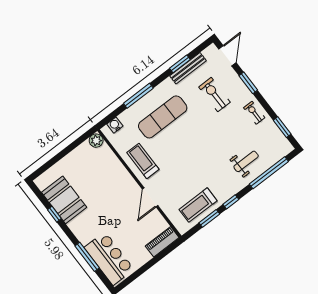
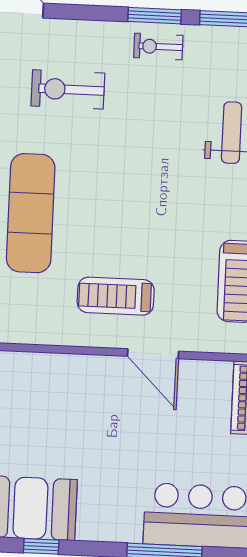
window: (248, 83) -> (155, 16), moved
treadmill: (143, 161) -> (116, 296), moved

